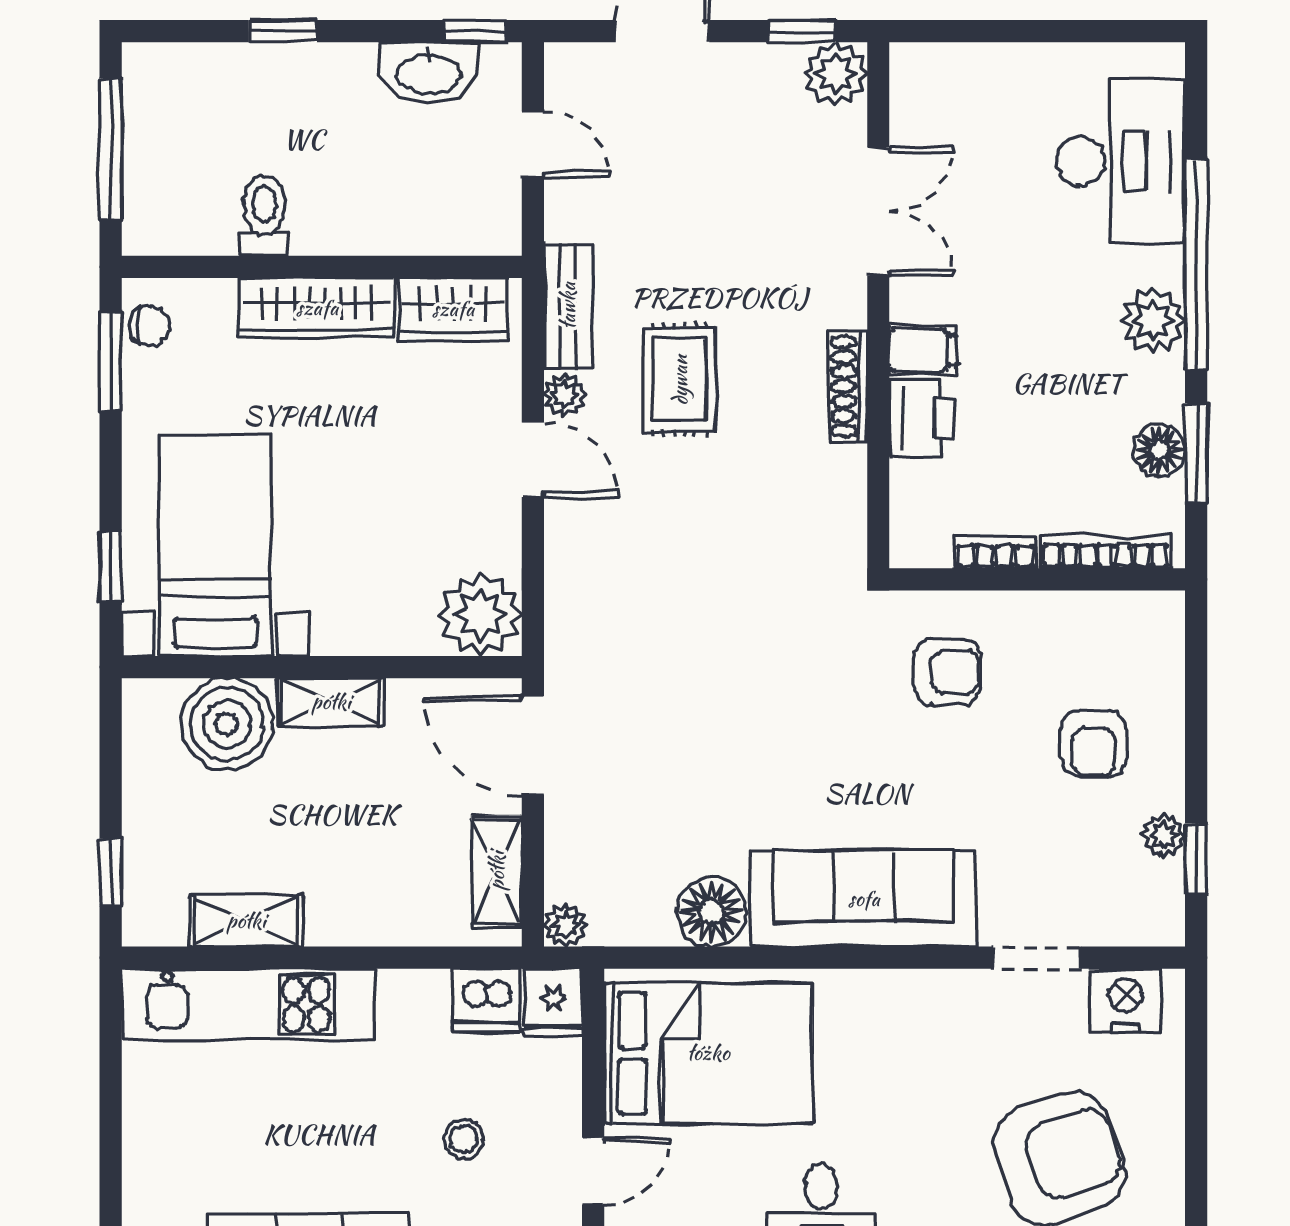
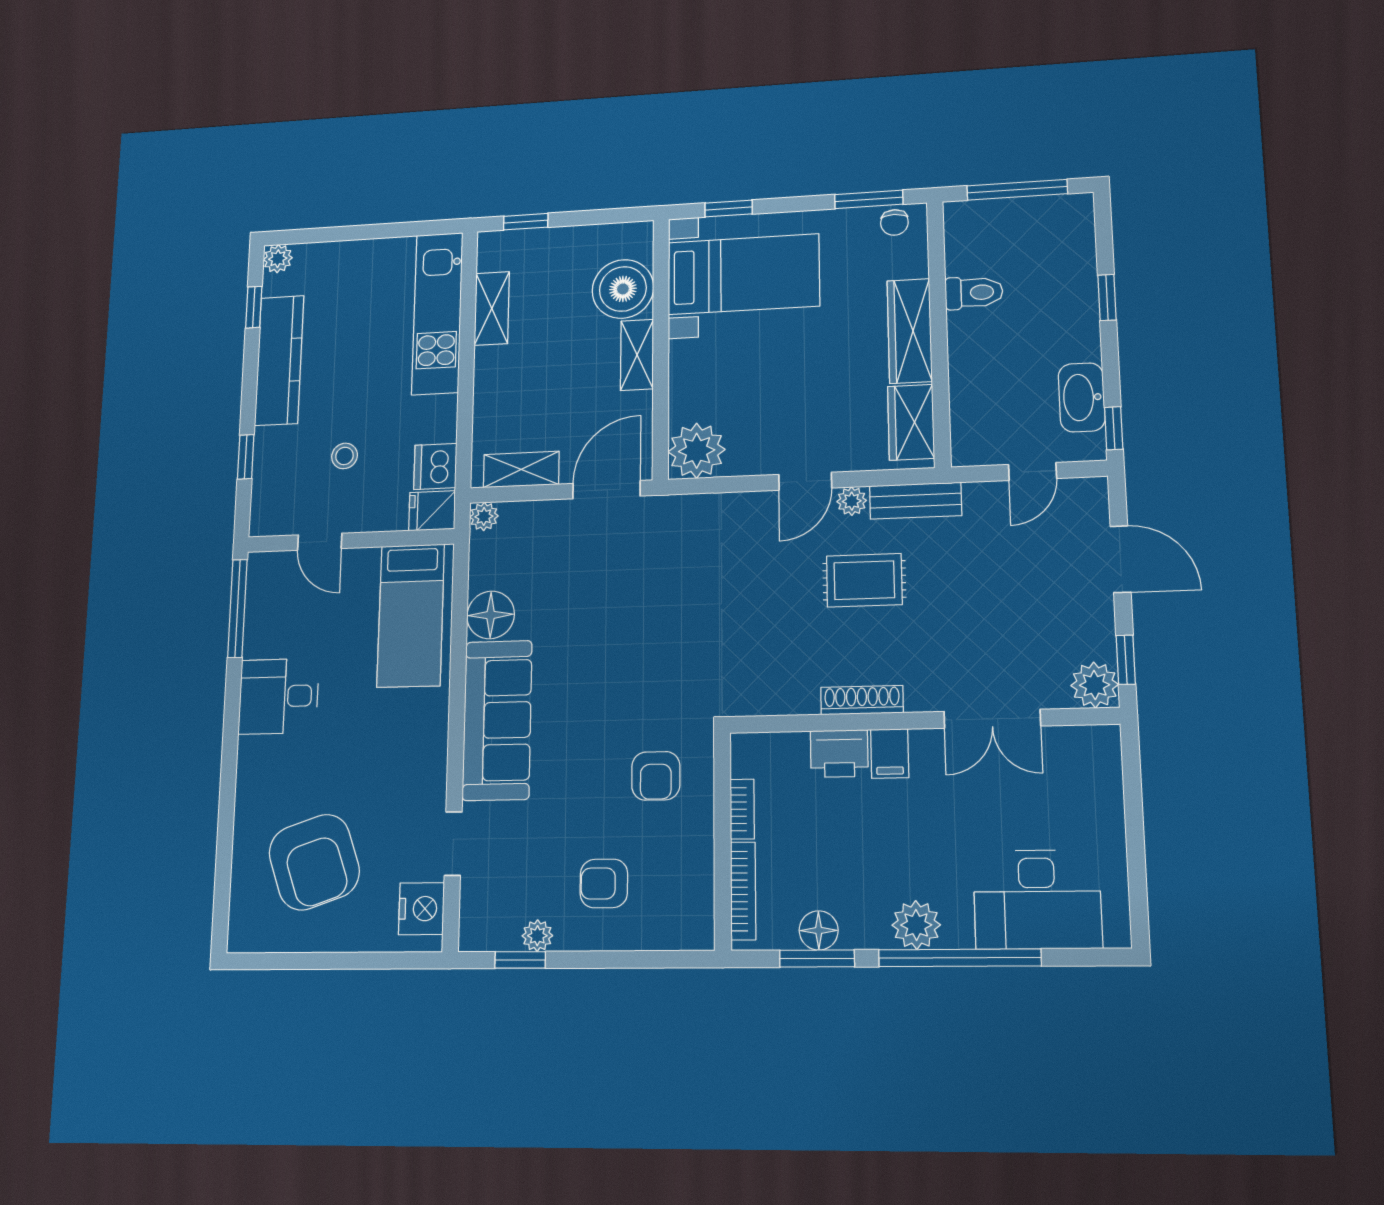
bed: (708, 1053) -> (411, 615), width x0.67

